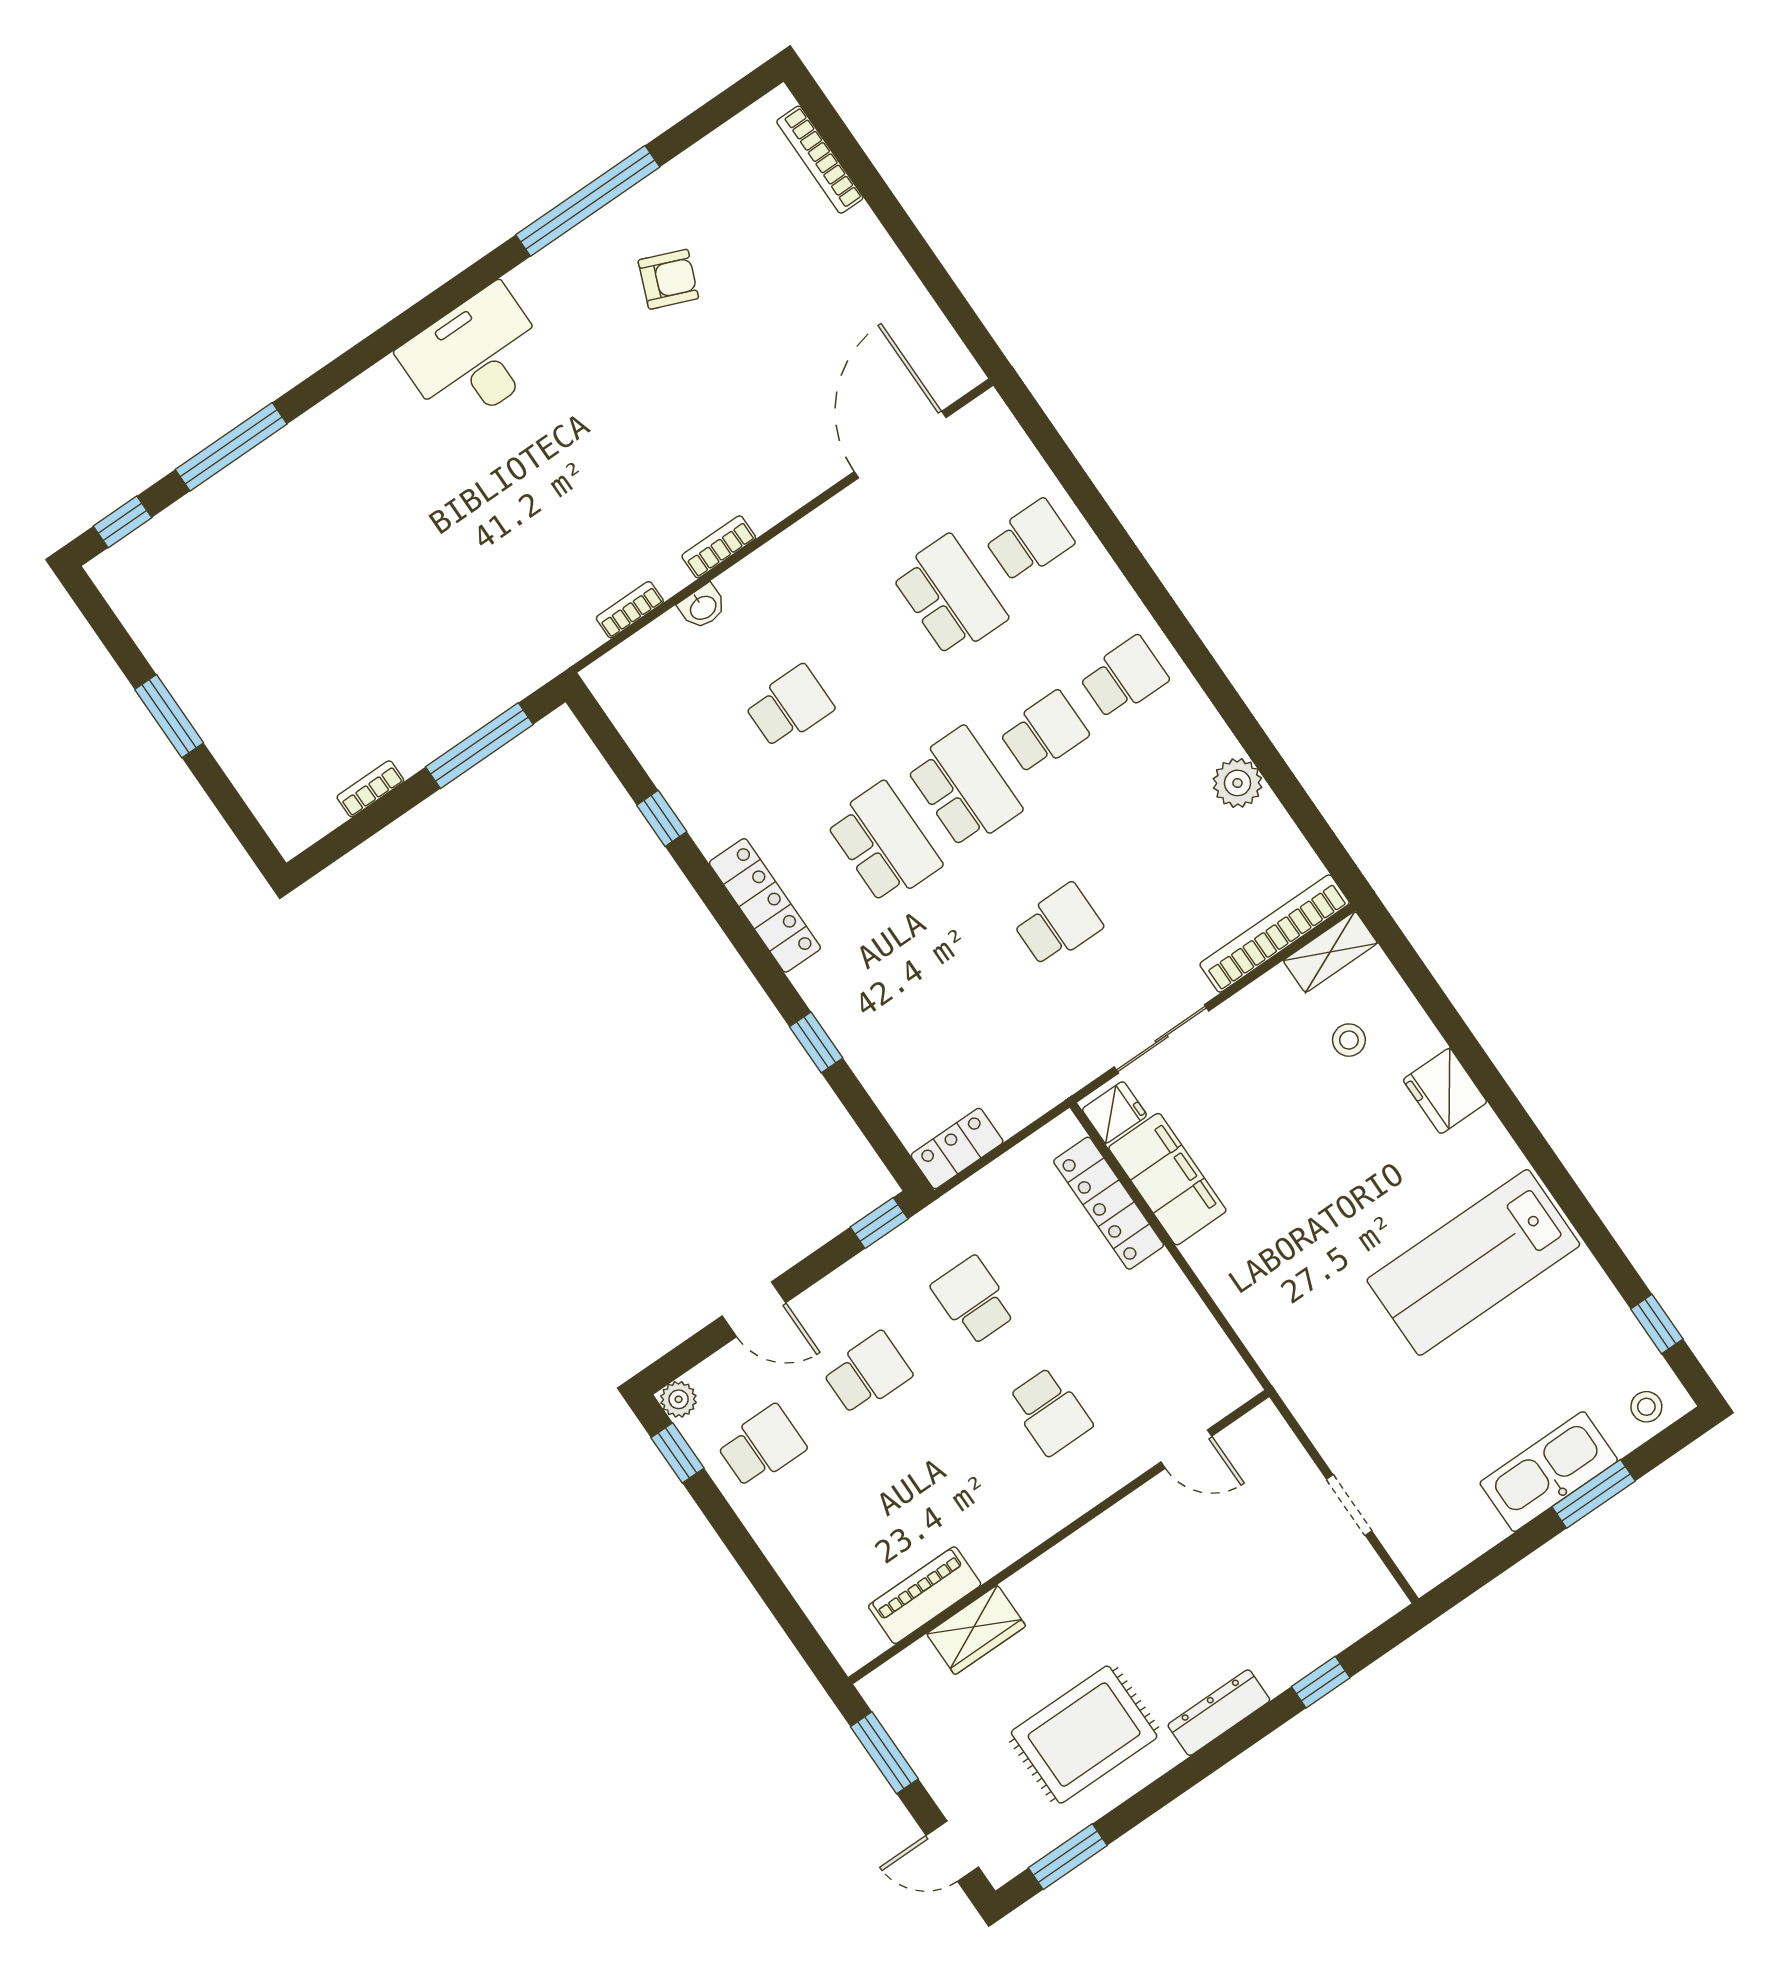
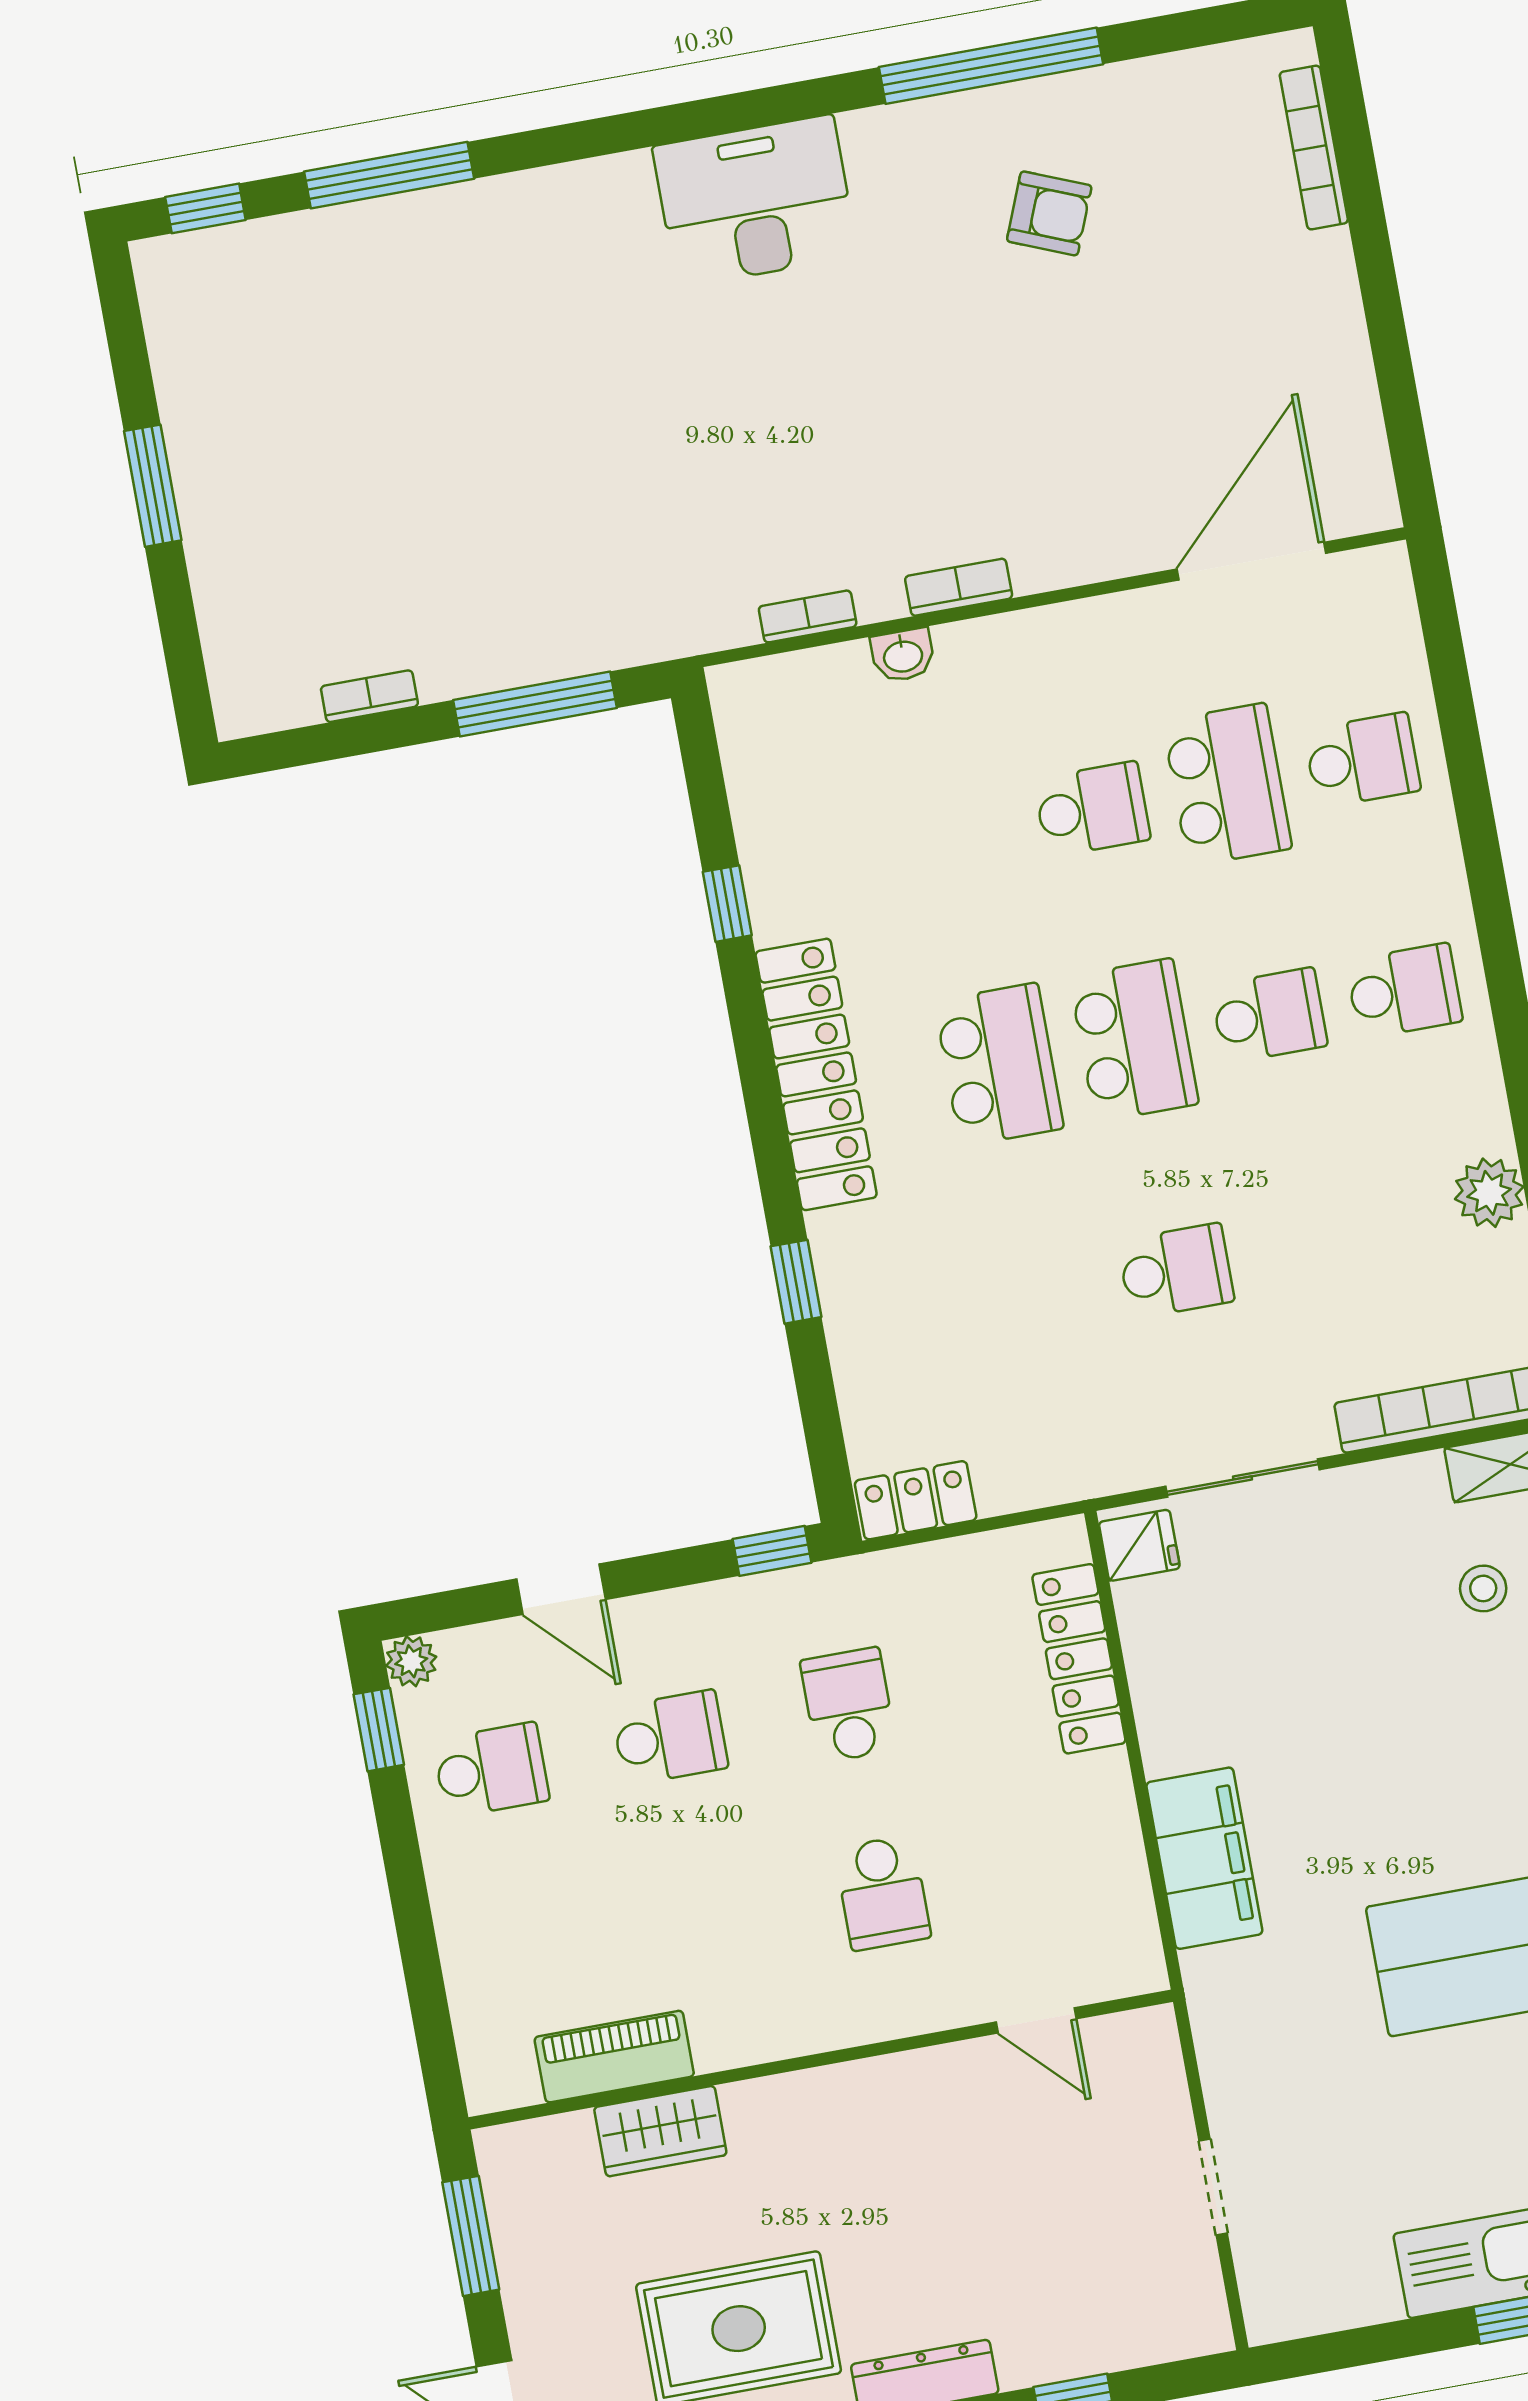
school desk: (790, 706) -> (1092, 809), moved
locker: (765, 905) -> (816, 1074), width x1.41, depth x1.21
filing cabinet: (1167, 1179) -> (1204, 1858), moved

